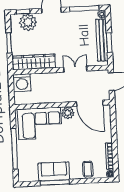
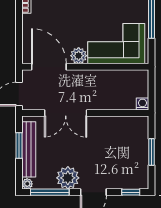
plant: (28, 22) -> (68, 178), moved
wardrobe: (34, 62) -> (120, 125), removed
double door: (75, 69) -> (66, 113), width x1.37
washing machine: (22, 83) -> (143, 104), width x0.53, depth x0.53

